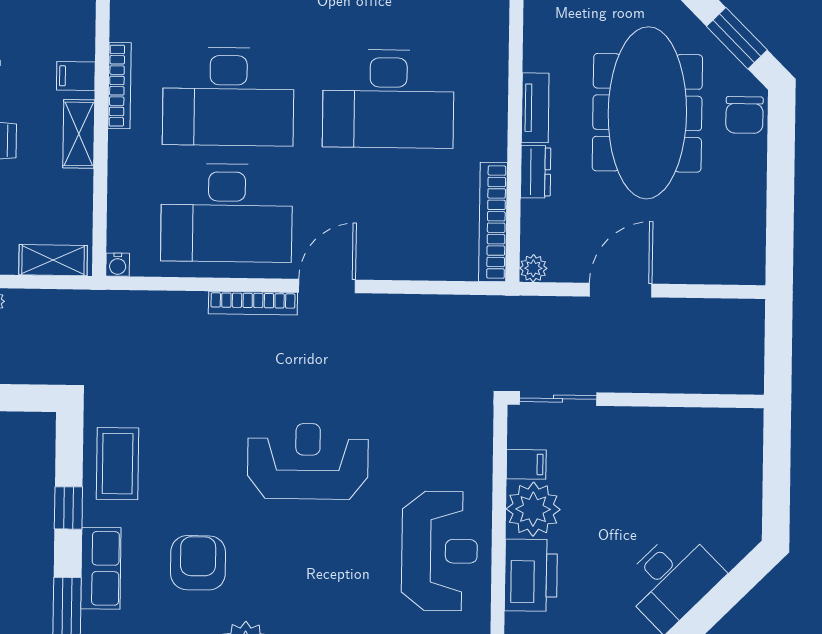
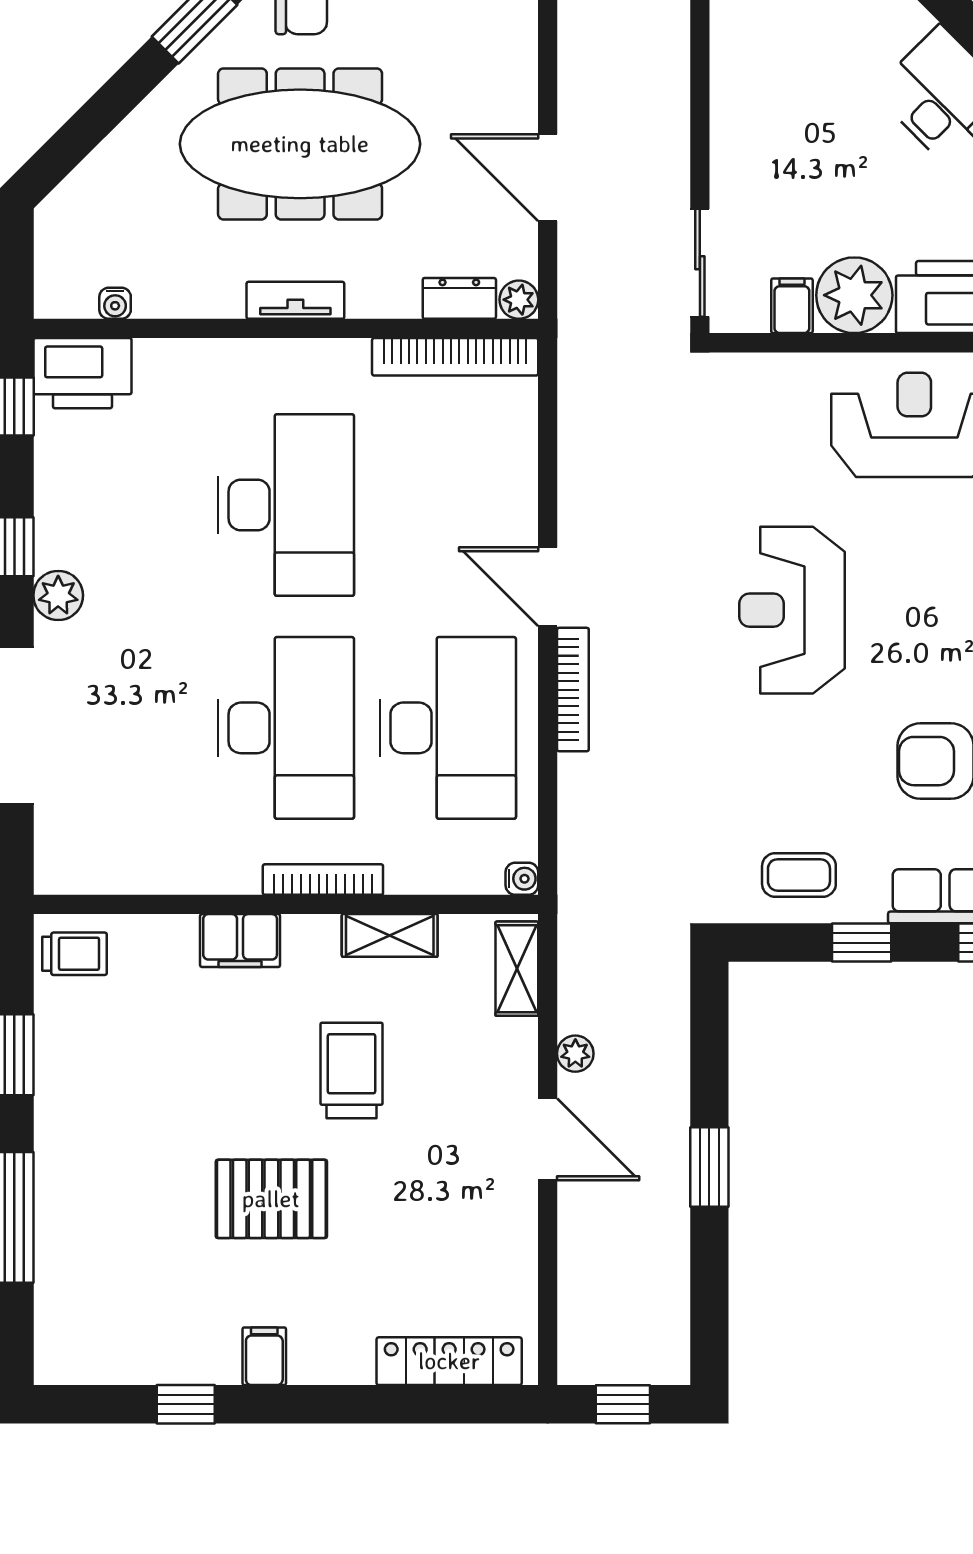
filing cabinet: (76, 76) -> (240, 941), width x2.00
bookcase: (120, 86) -> (323, 880), moved
shelving: (79, 134) -> (390, 935), moved
dresser: (536, 172) -> (459, 298), moved
coffee table: (118, 464) -> (799, 875), width x0.73, depth x0.77

